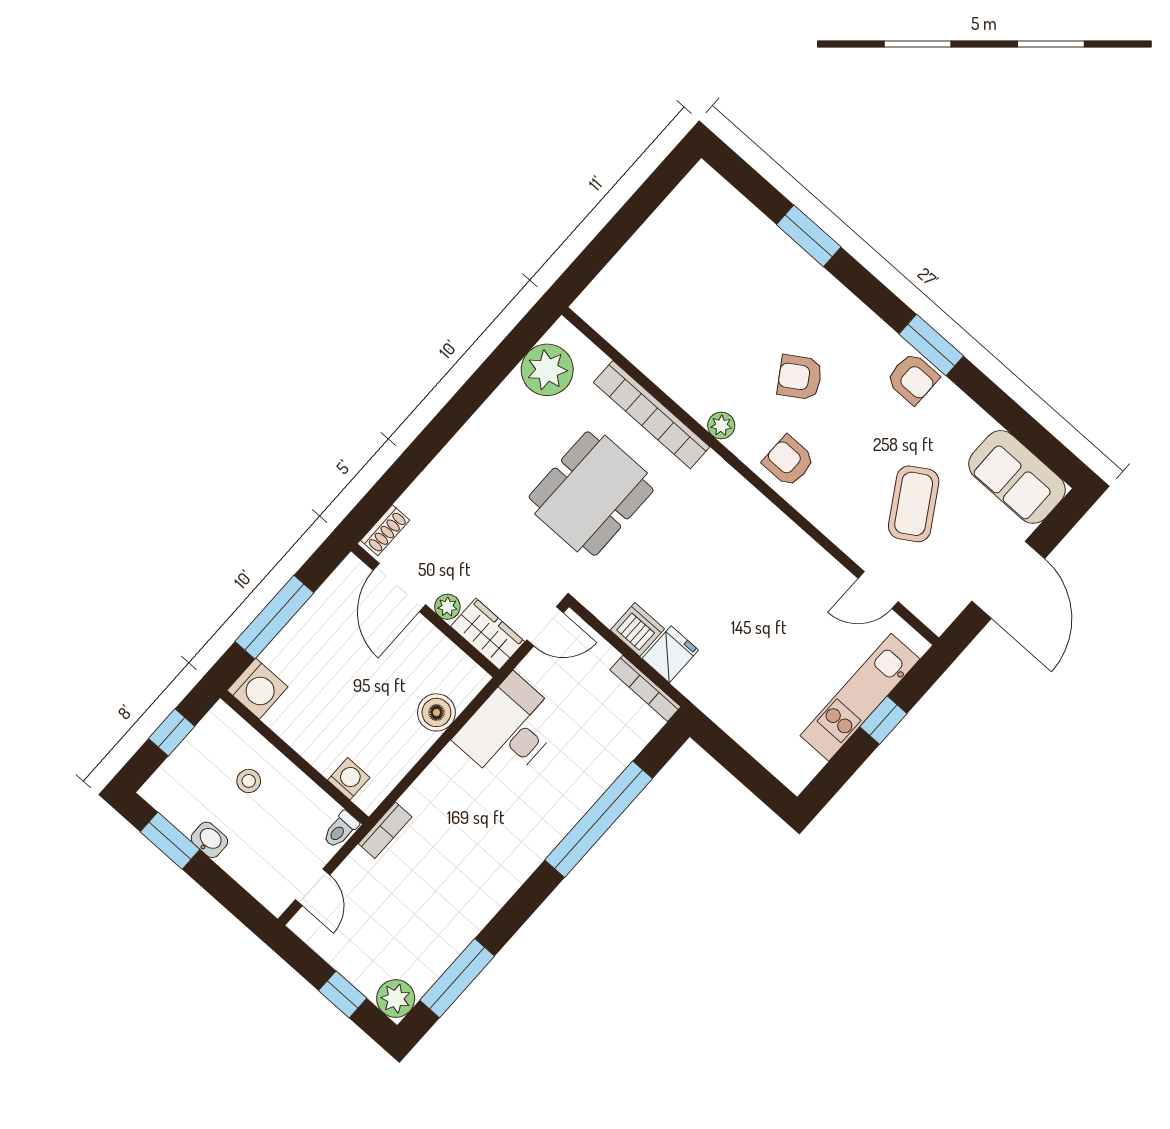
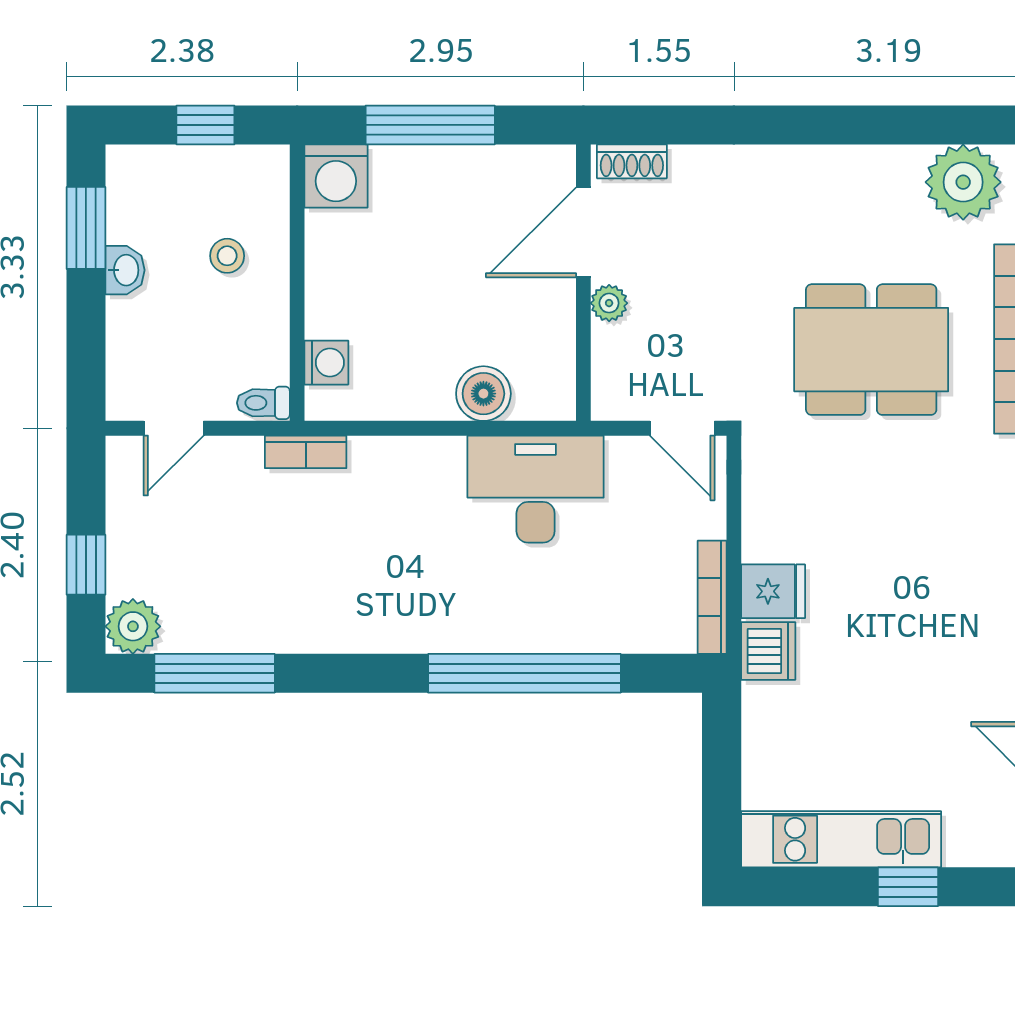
dishwasher: (637, 630) -> (768, 651), moved
wardrobe: (488, 634) -> (618, 373), removed
kitchen unit: (860, 697) -> (841, 839), moved

